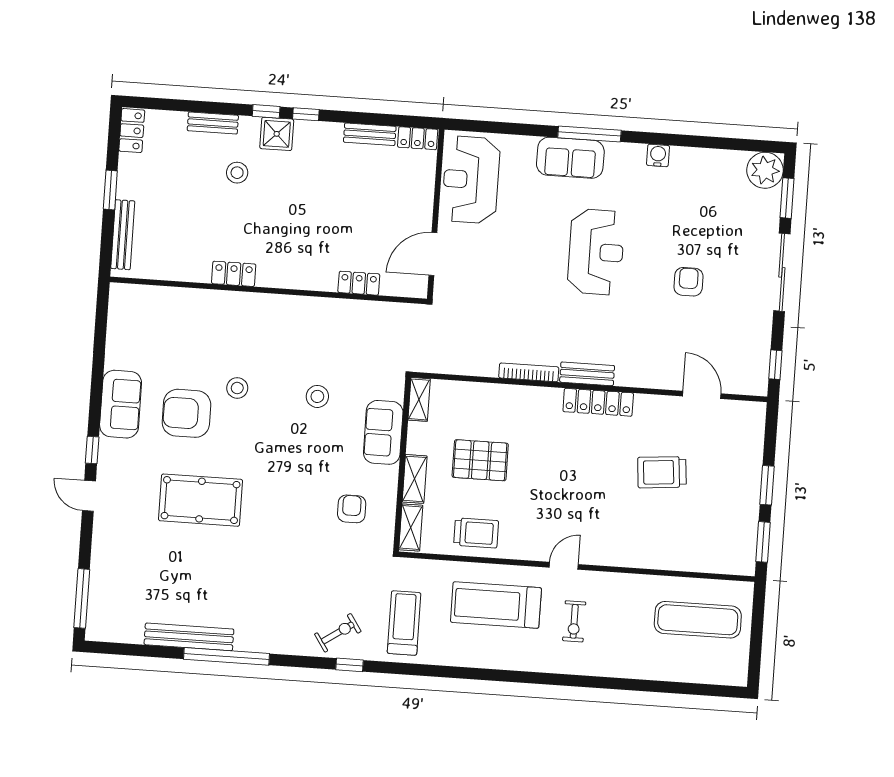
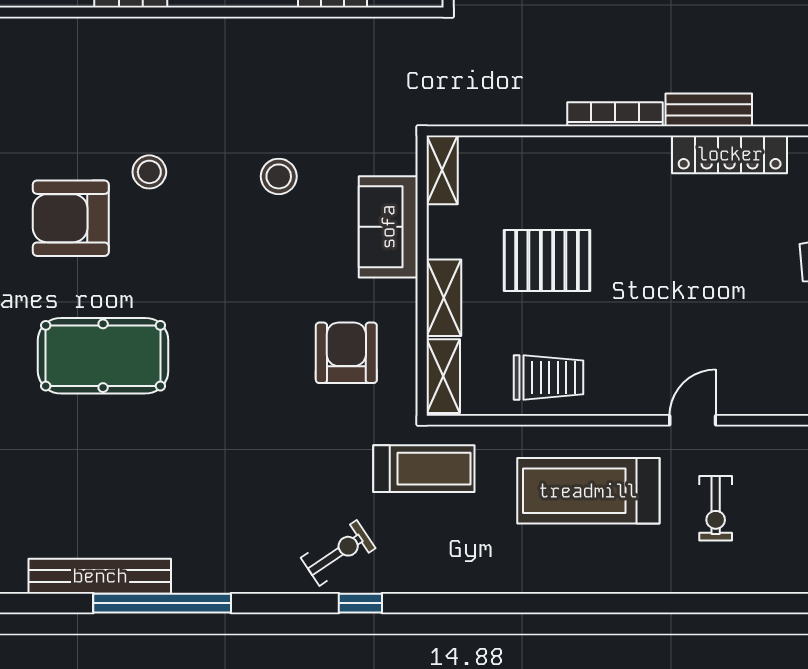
armchair: (352, 509) -> (346, 353), width x1.38, depth x1.38
treadmill: (404, 623) -> (424, 469), moved, turned 90

